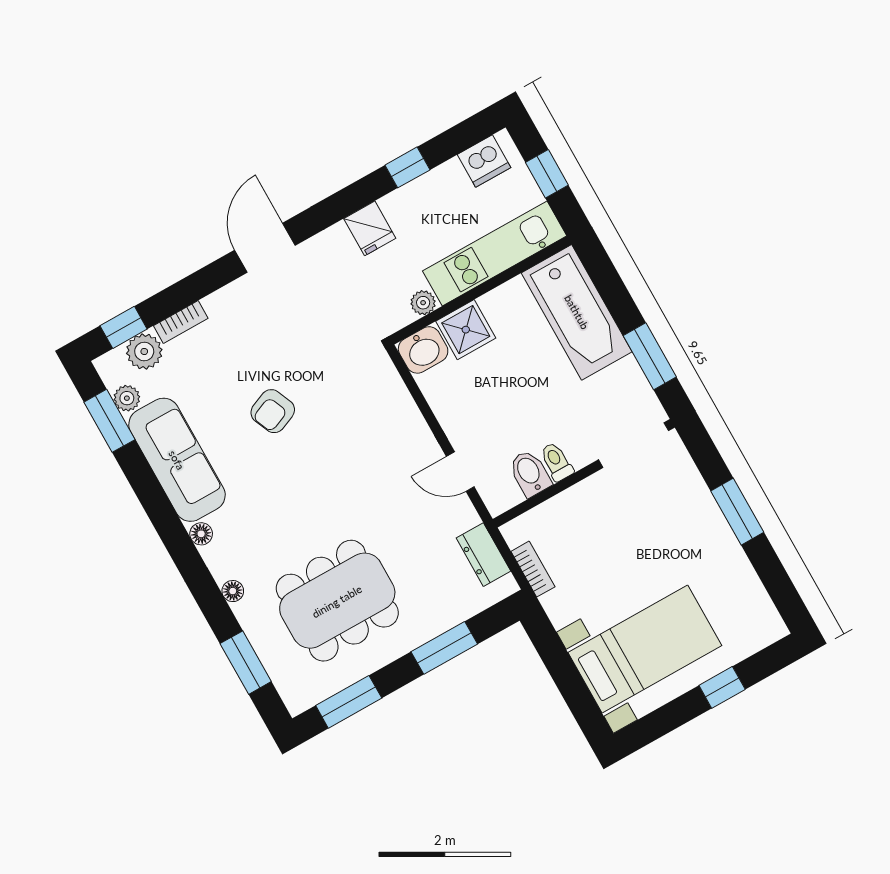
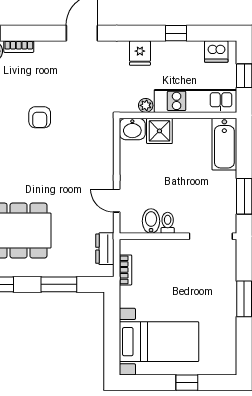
bathtub: (577, 312) -> (224, 144), width x0.73, depth x0.73
armchair: (273, 411) -> (40, 117), turned -67

